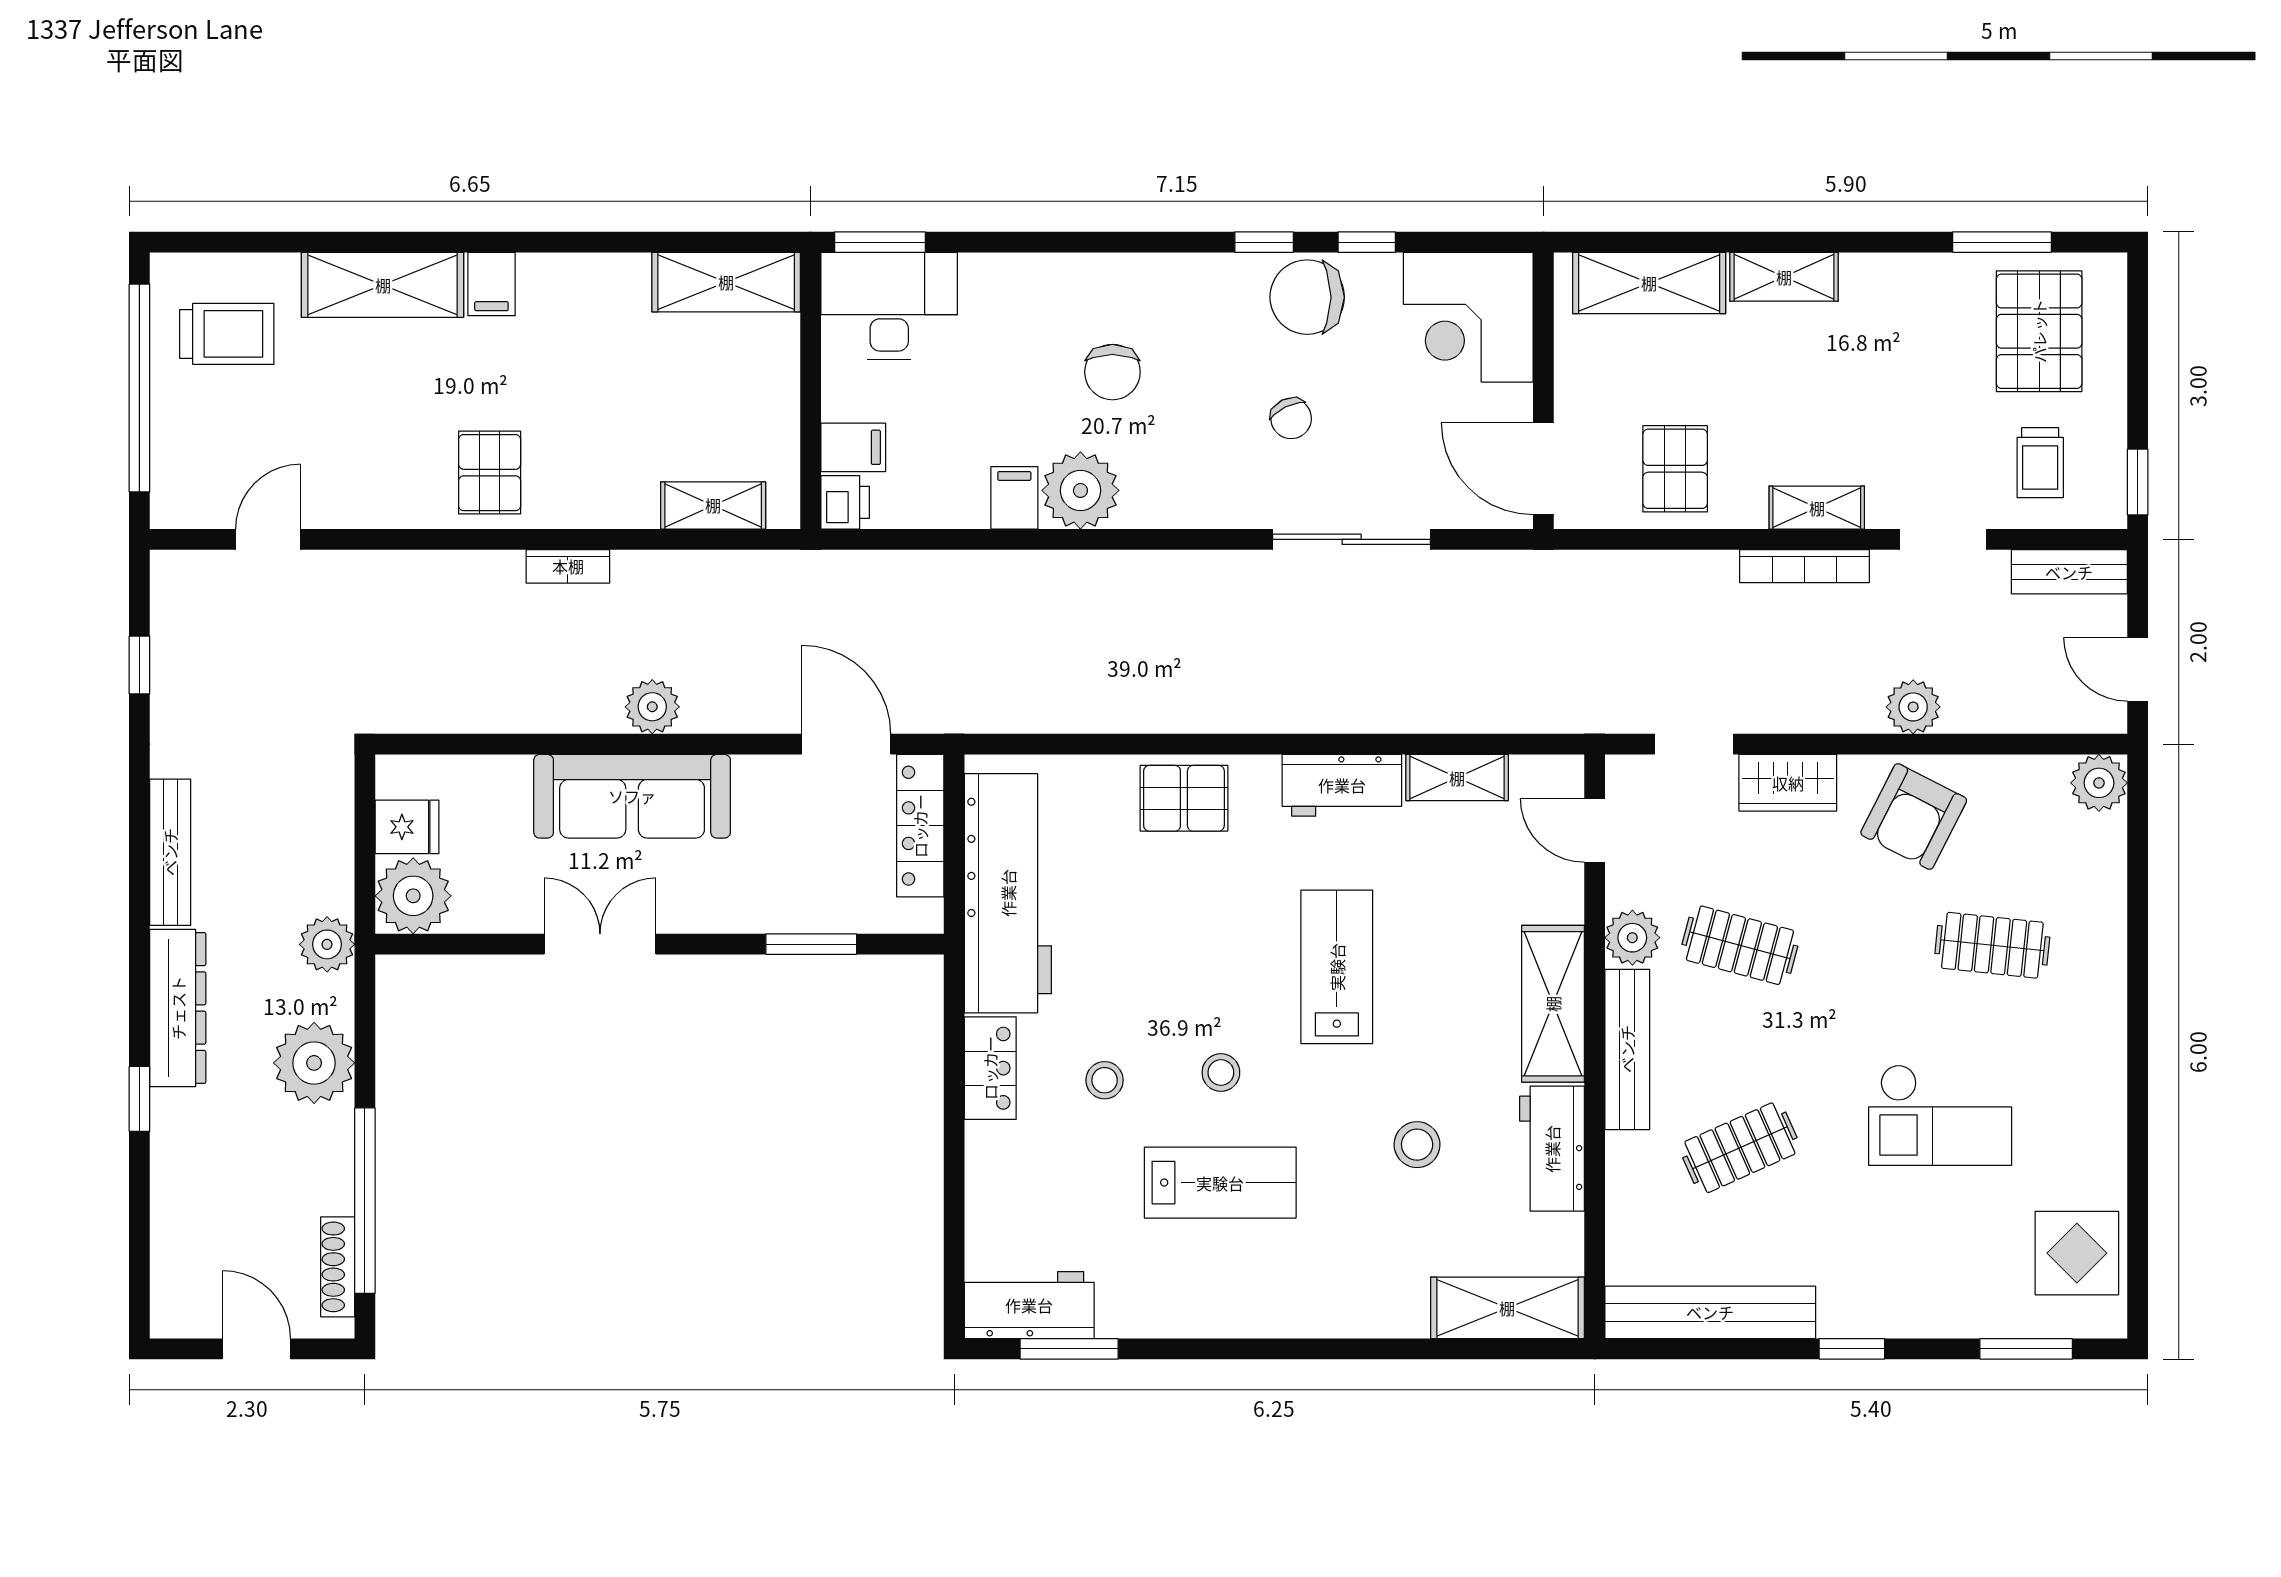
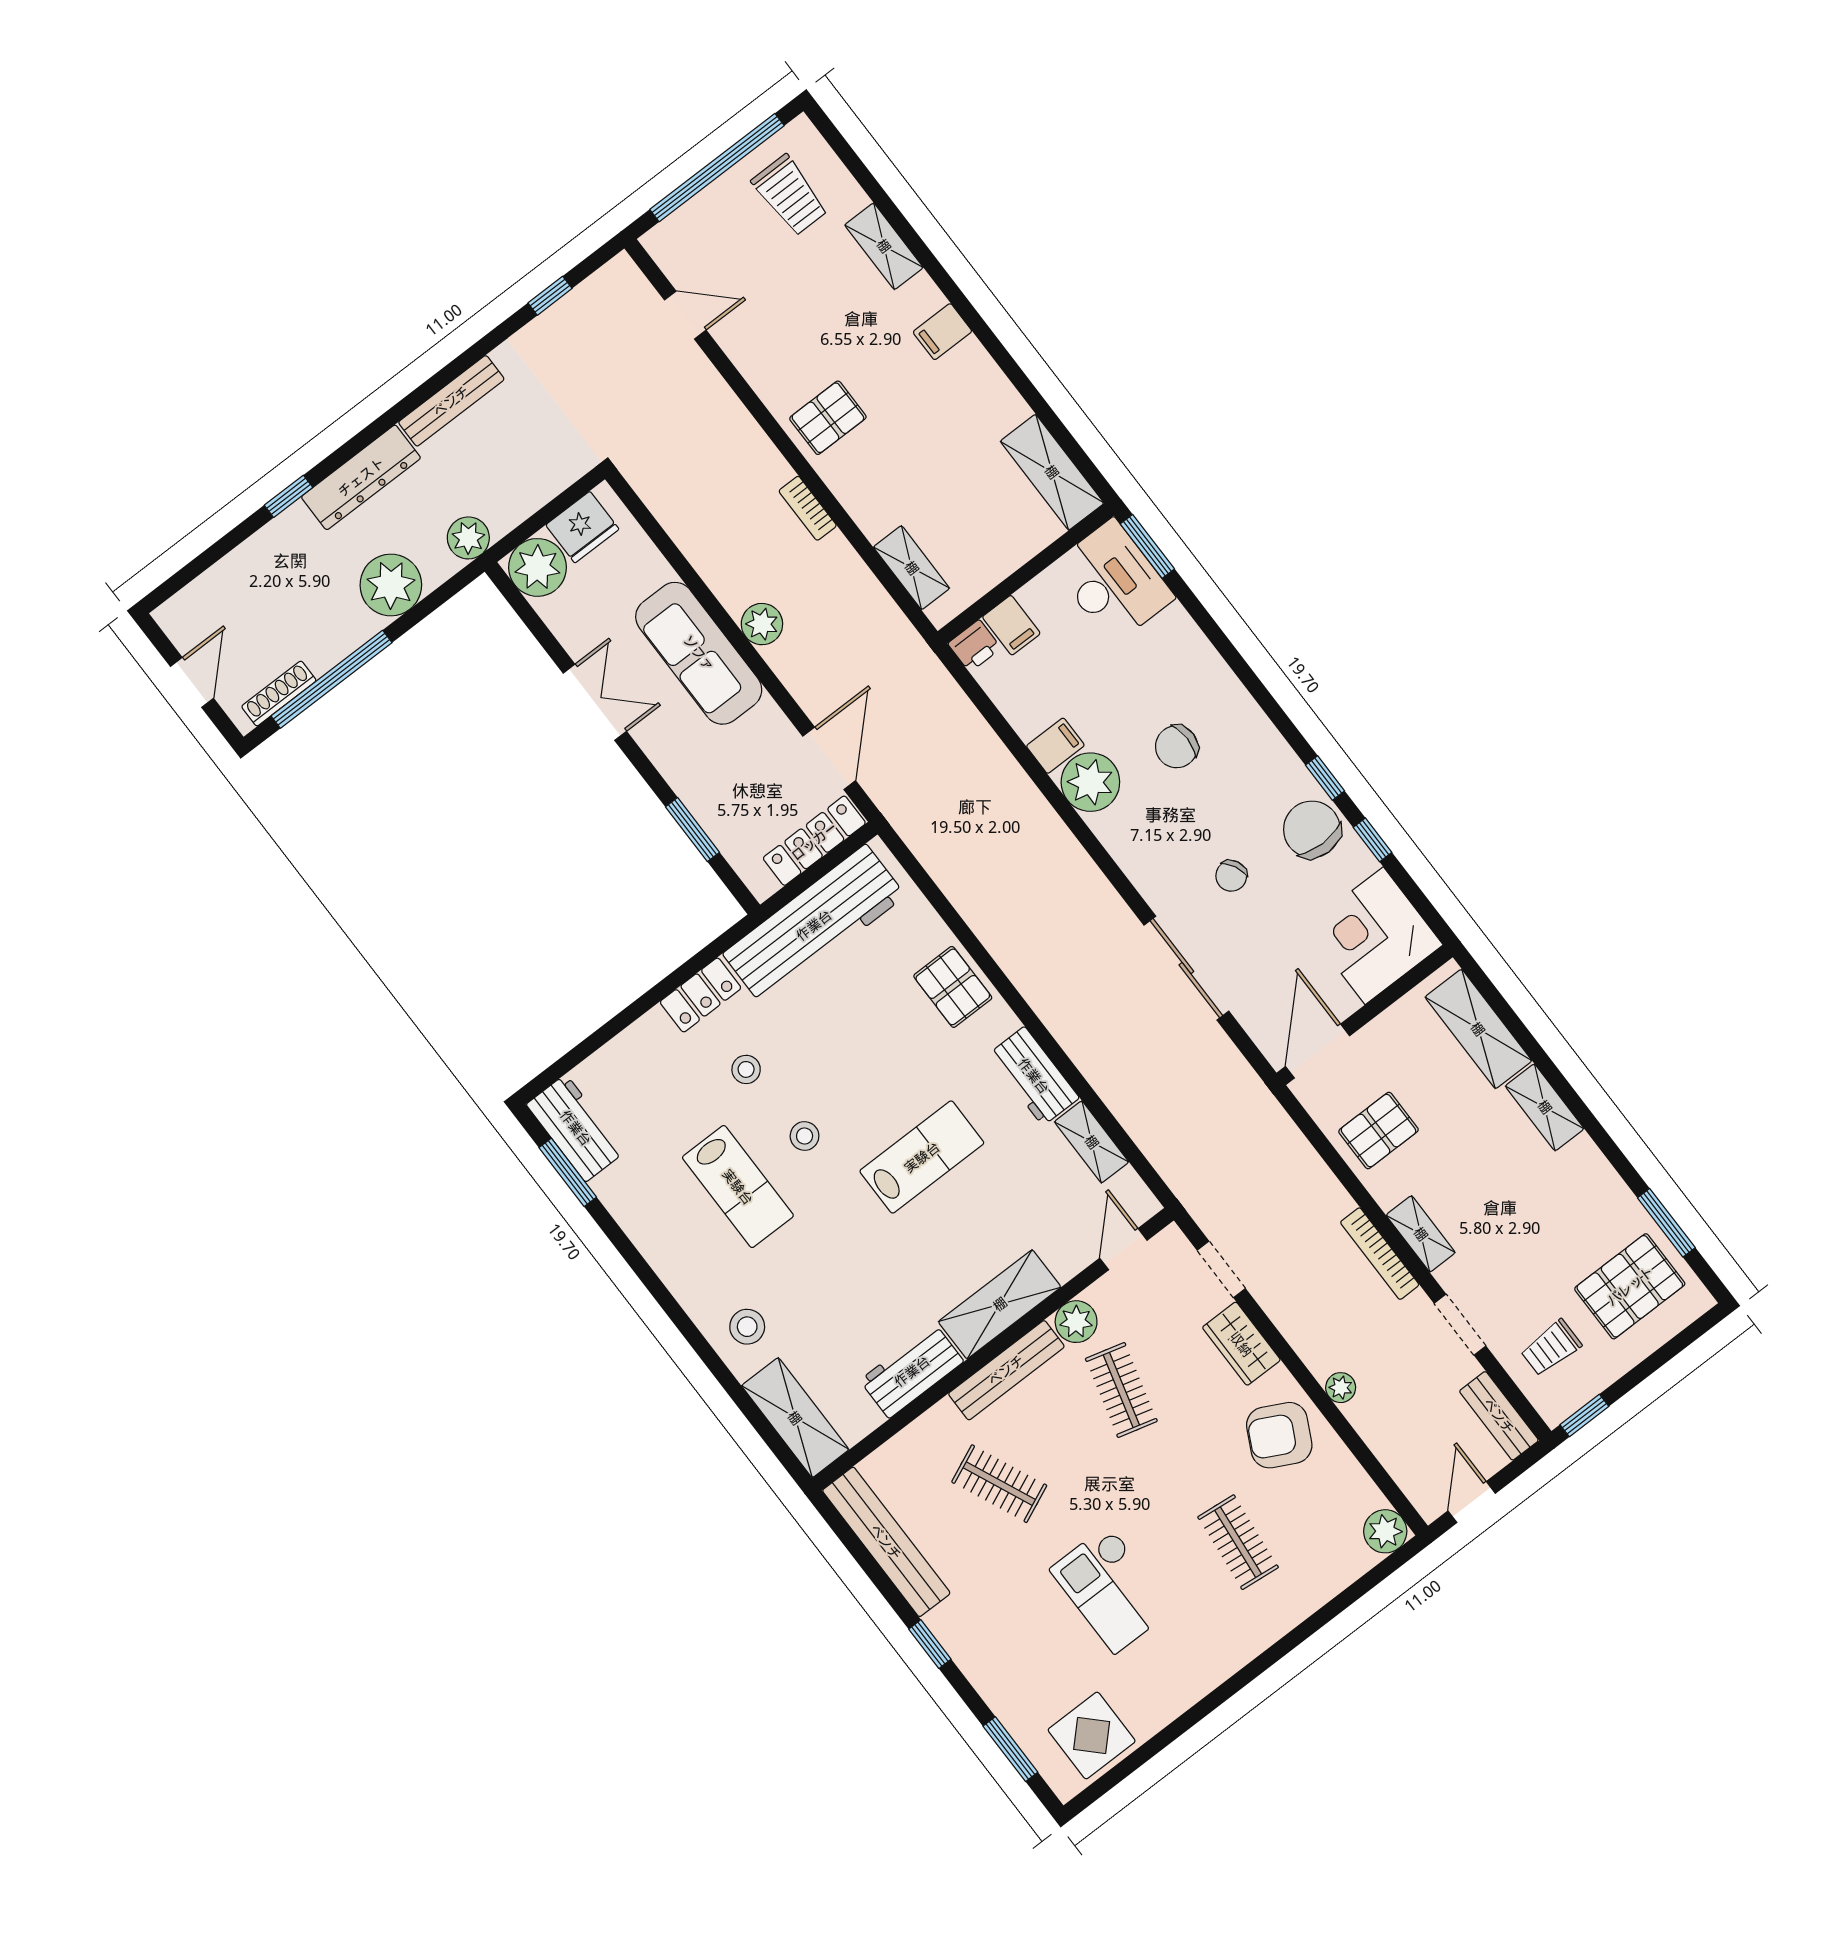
shelving: (383, 285) -> (884, 246), width x0.67, depth x0.75
plant: (1913, 707) -> (1341, 1388), width x0.73, depth x0.73
fridge: (407, 827) -> (582, 527), width x1.38
stool: (1417, 1145) -> (747, 1327), moved

